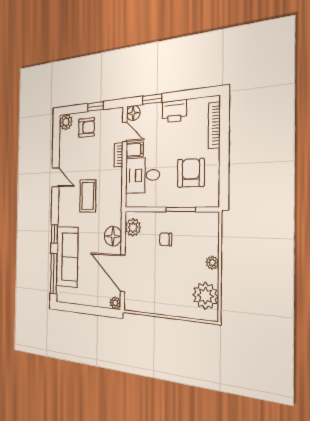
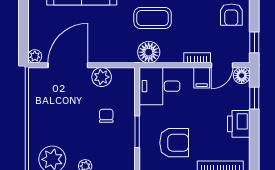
window: (95, 107) -> (254, 42), moved
desk: (142, 175) -> (159, 86), moved, turned -90
plant: (133, 227) -> (102, 77), moved
floor lamp: (113, 236) -> (149, 52), moved

